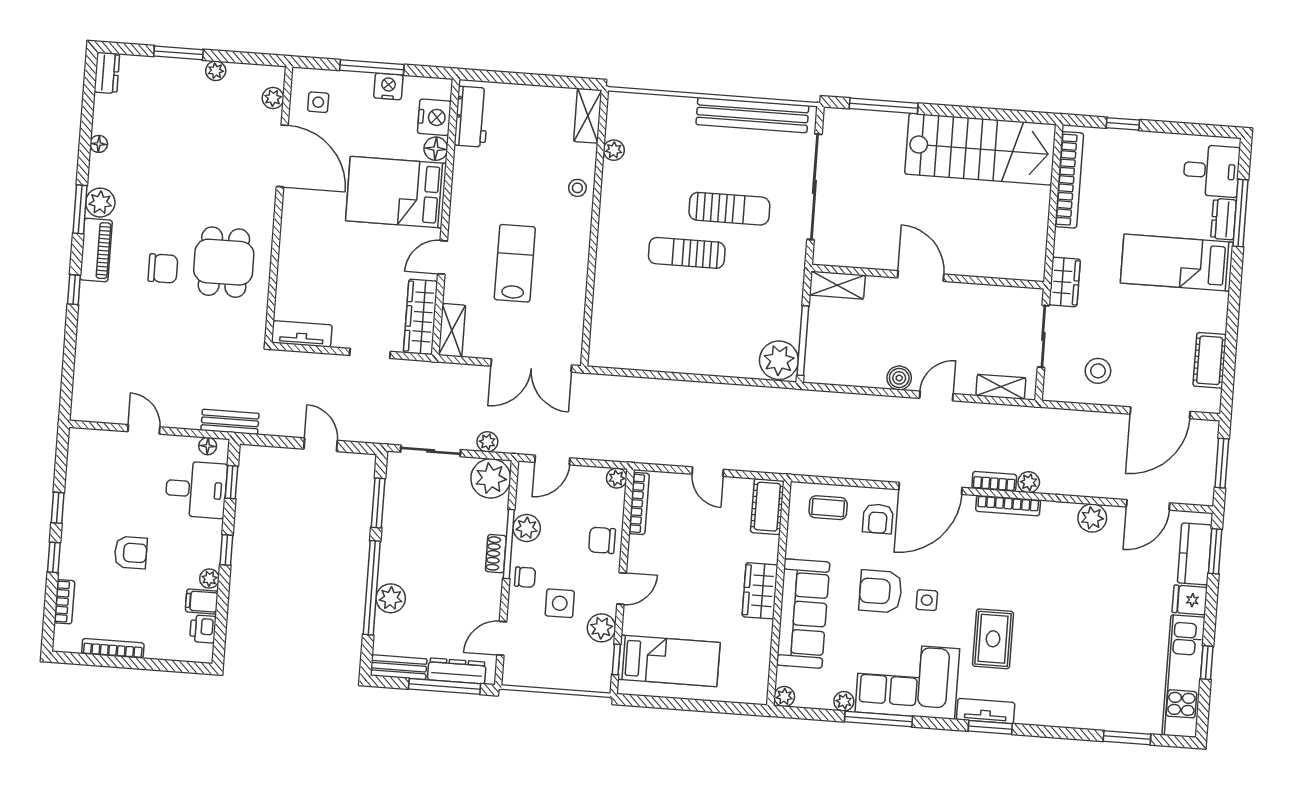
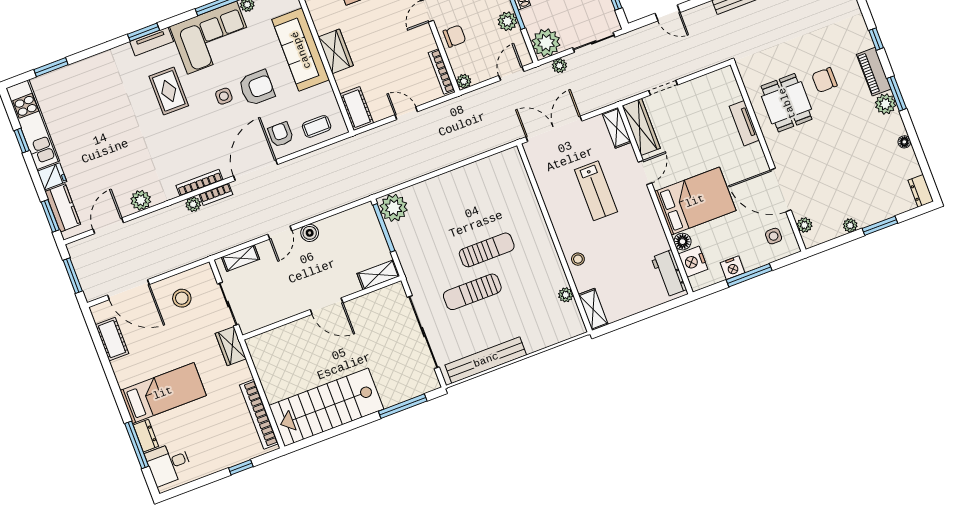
tv unit: (302, 334) -> (744, 123), moved, turned 90
door: (1160, 413) -> (128, 290), swing flipped

